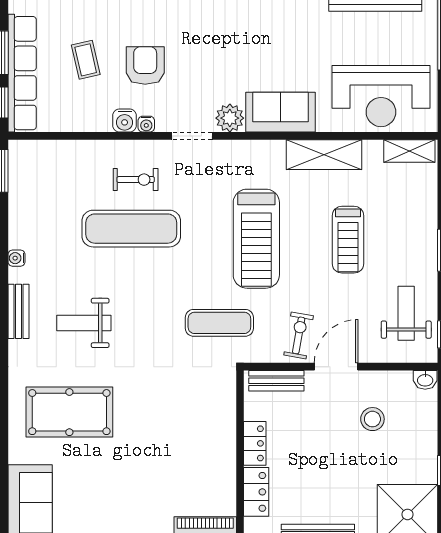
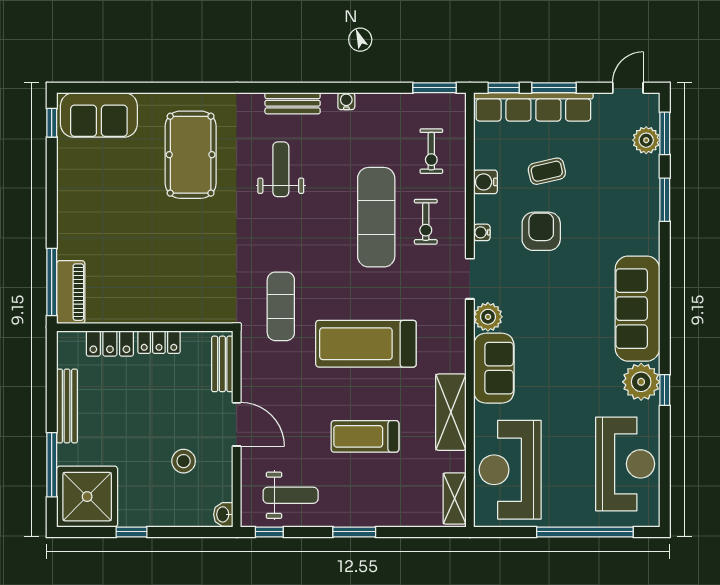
armchair: (145, 65) -> (541, 231), turned -90
water cooler: (125, 121) -> (485, 182), moved
exercise bike: (299, 335) -> (431, 151), moved, turned 80

